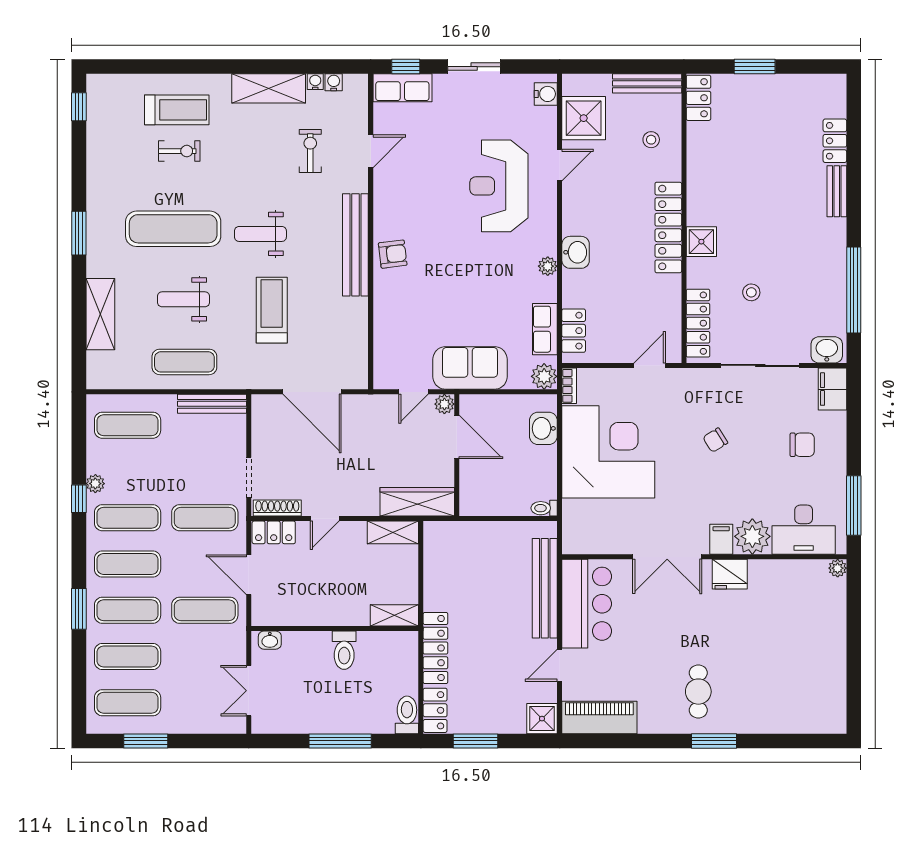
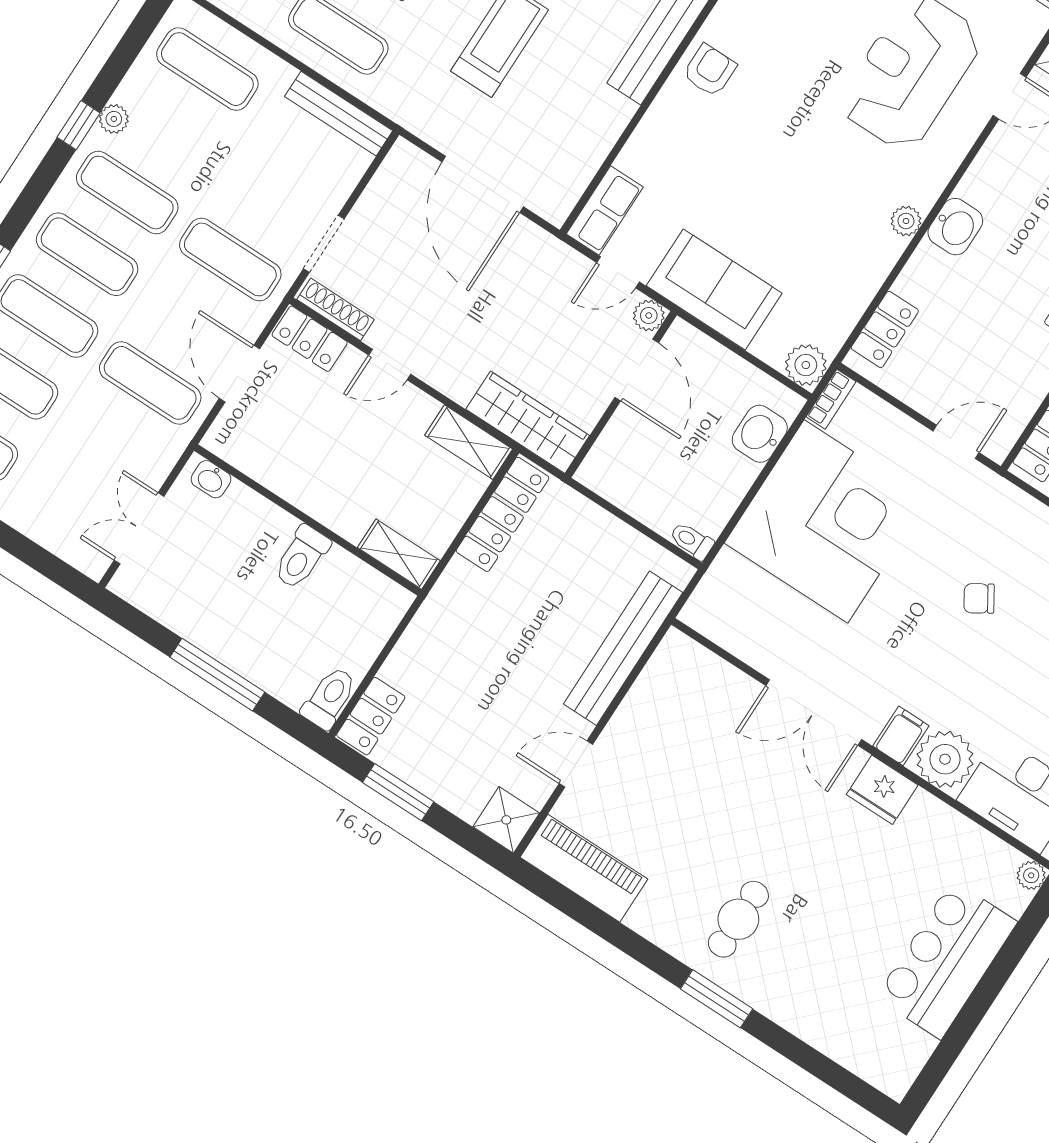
armchair: (393, 254) -> (710, 70), turned -83
row of seats: (545, 329) -> (605, 210), moved, turned 180
bar counter: (587, 604) -> (946, 960), moved, turned 180
locker: (435, 648) -> (503, 514), moved

